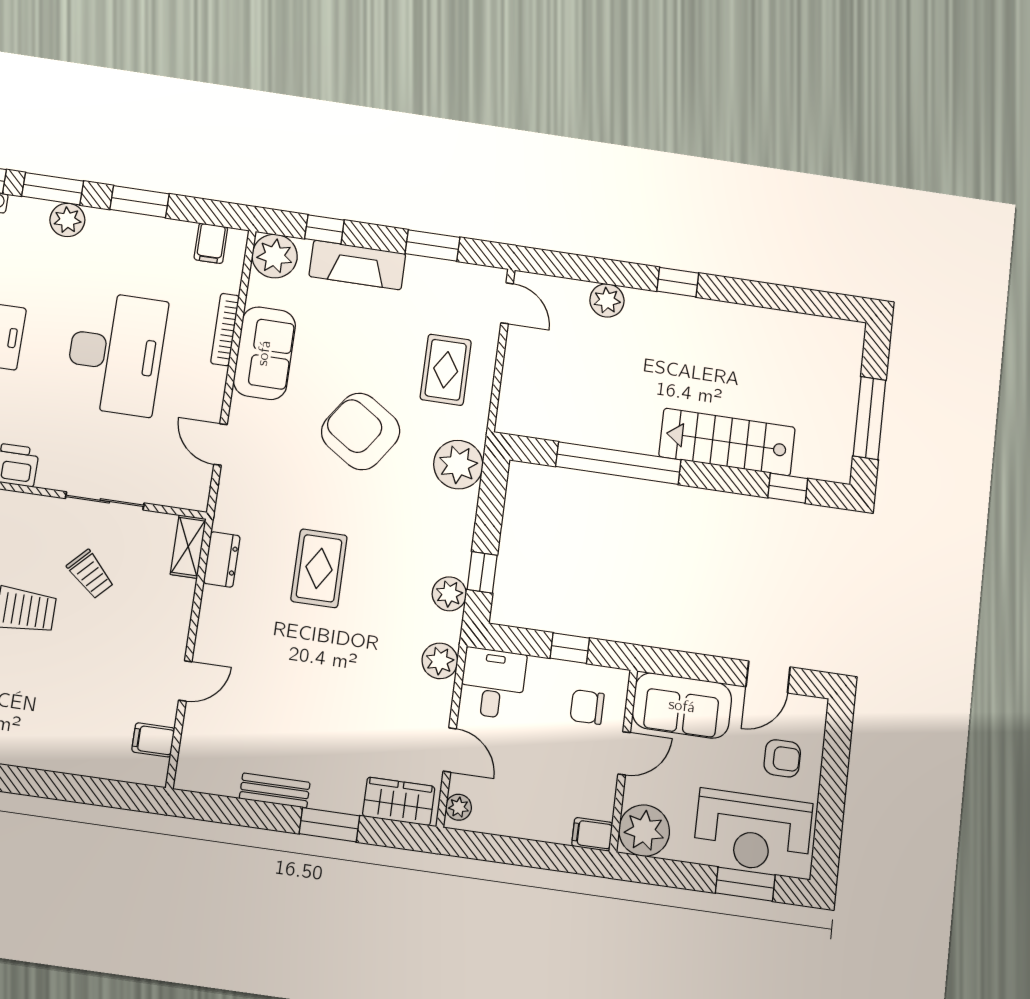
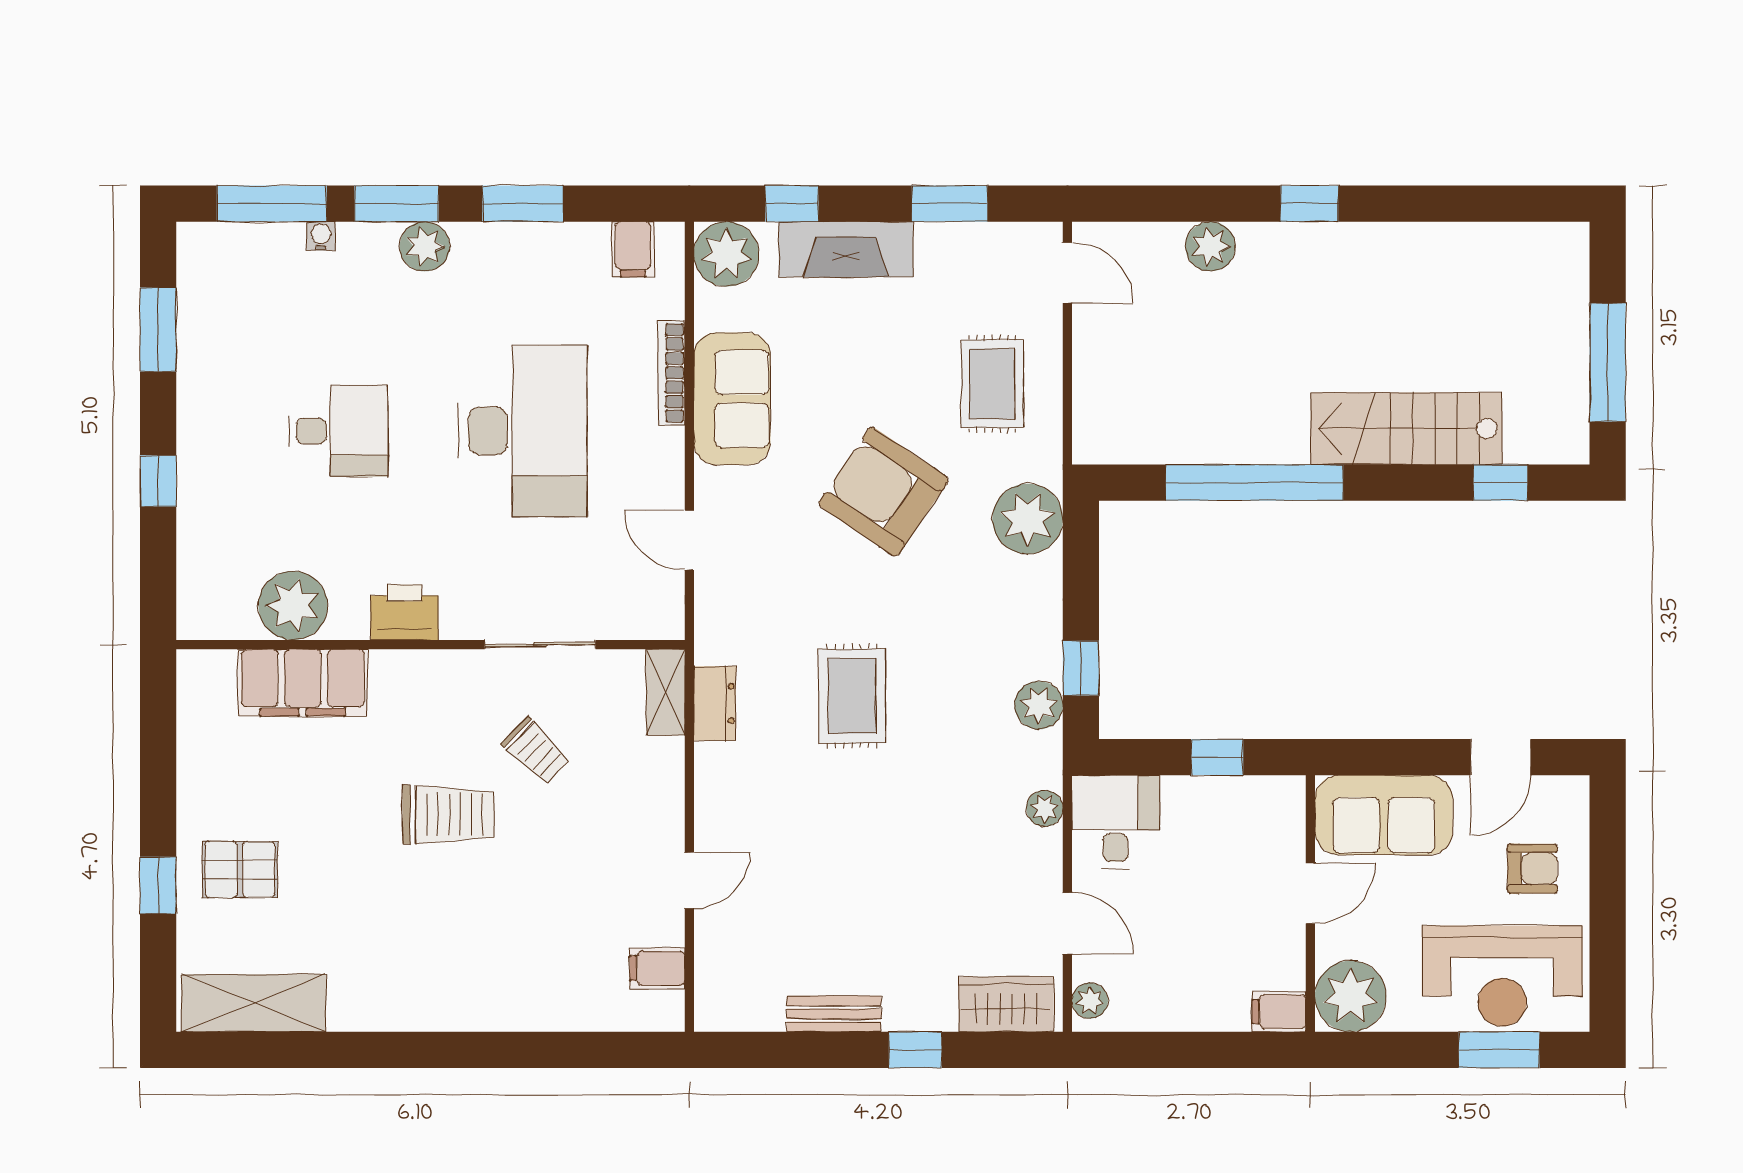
plant: (440, 661) -> (1045, 808), width x0.73, depth x0.73
chair: (587, 707) -> (1251, 836), removed
window: (329, 825) -> (915, 1050), width x0.67

